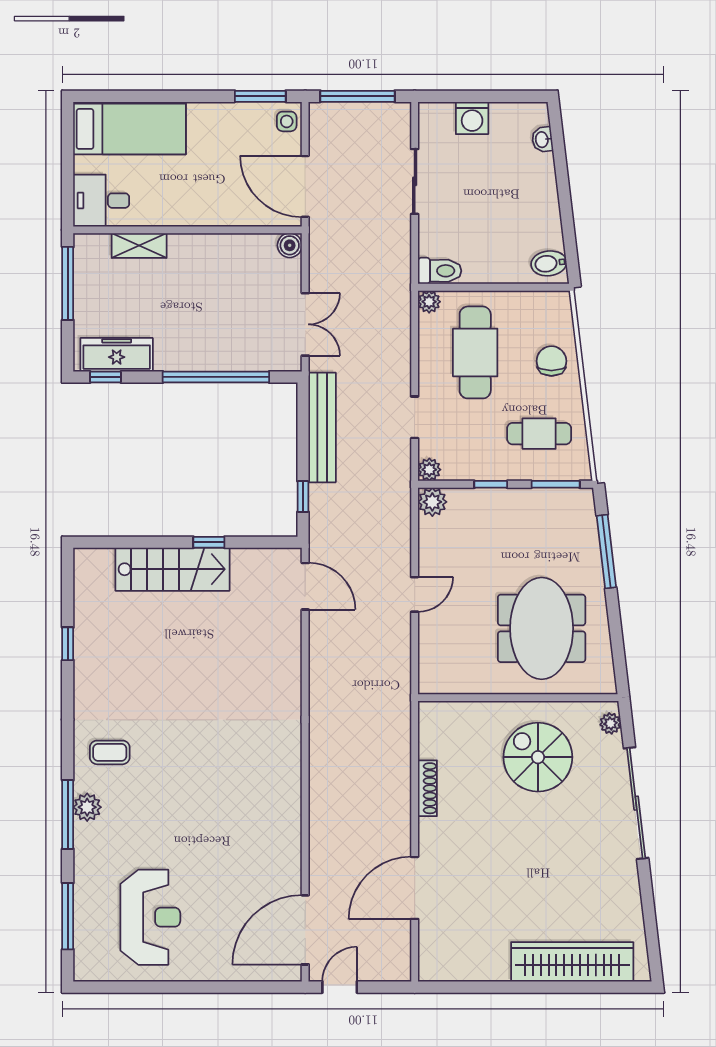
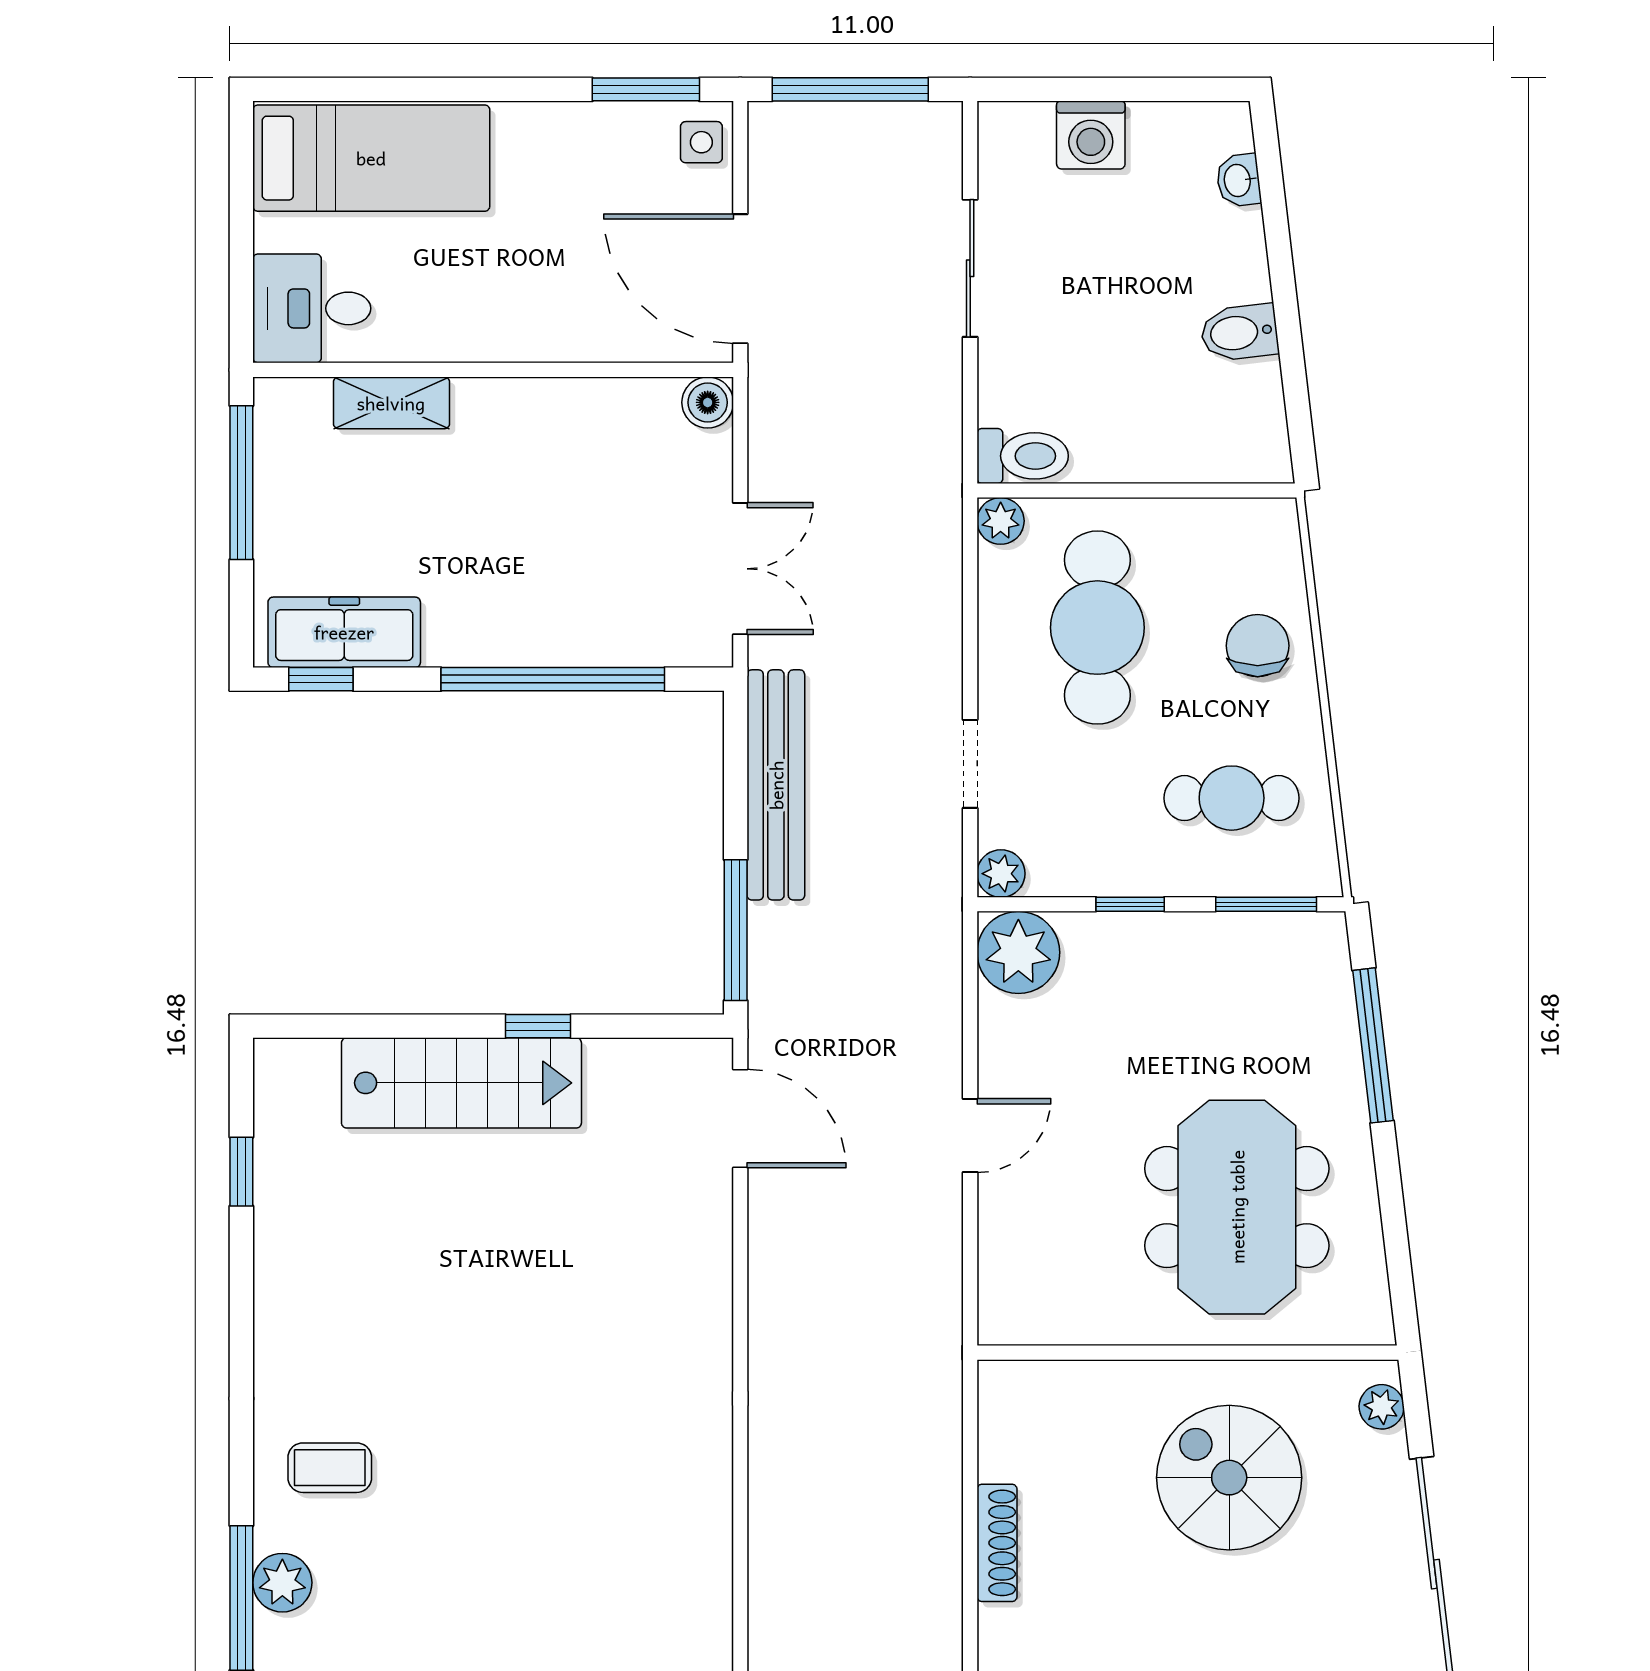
bidet: (549, 263) -> (1239, 333), moved
window: (303, 496) -> (736, 930), width x2.17
plant: (432, 502) -> (1018, 952), width x1.36, depth x1.36
window: (68, 644) -> (241, 1172), moved

